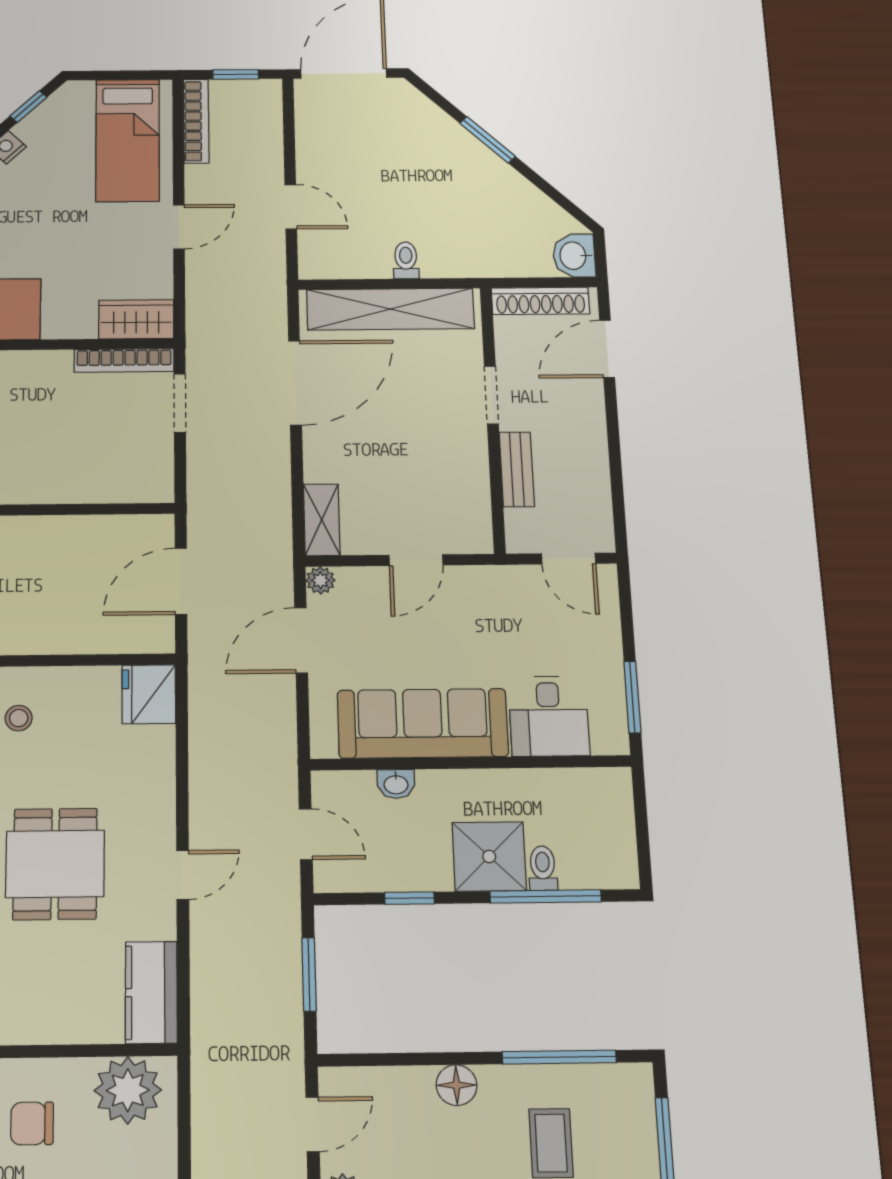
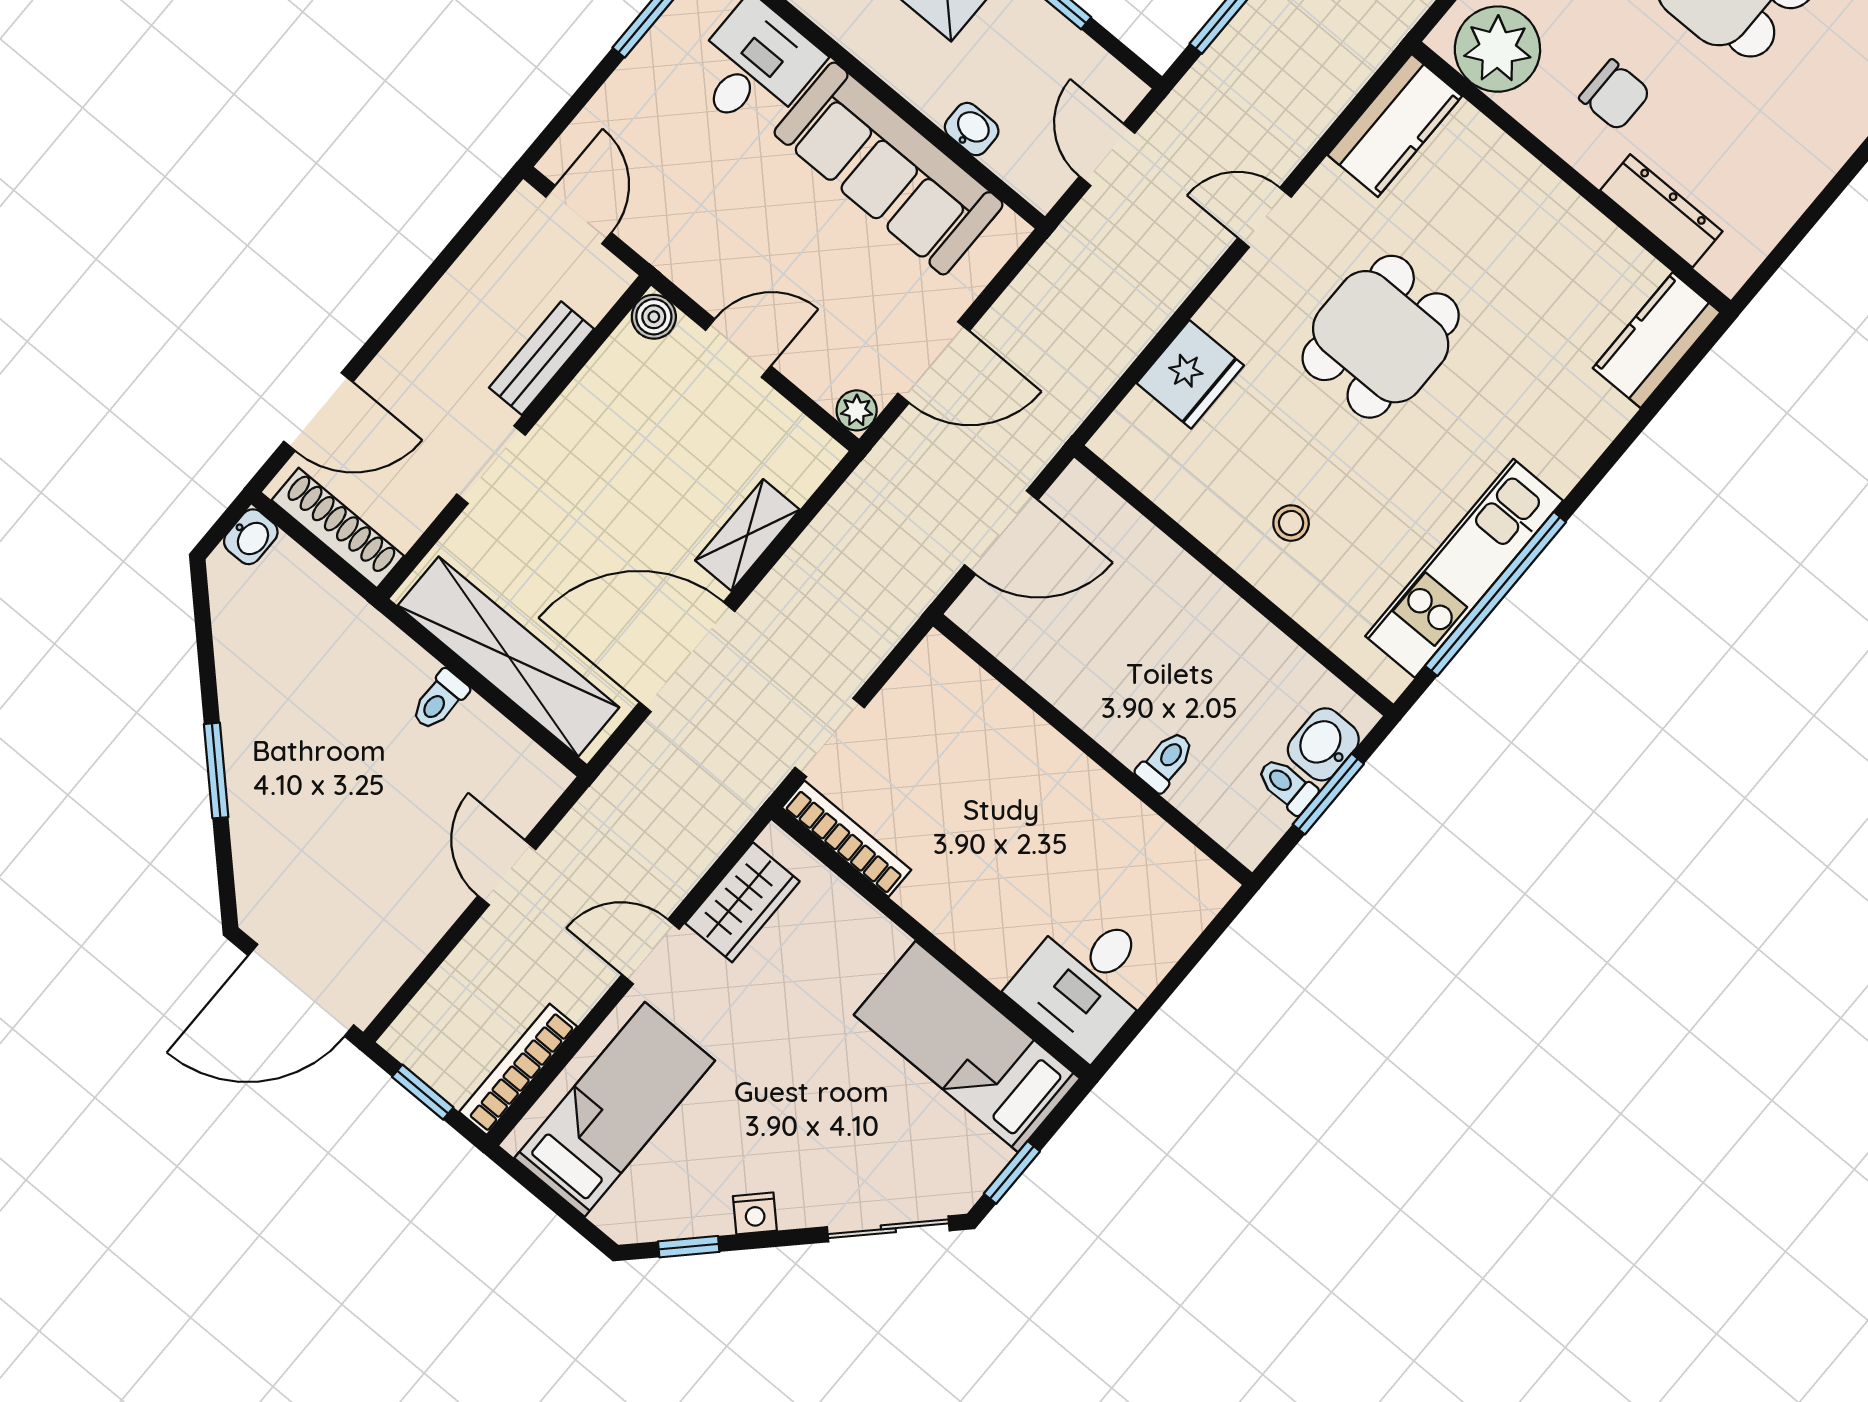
washbasin: (574, 256) -> (251, 537), width x0.72, depth x0.69
wardrobe: (136, 319) -> (742, 902), moved, turned -90
shelving: (322, 520) -> (747, 535), moved
boiler: (477, 539) -> (654, 317), added
fridge: (149, 694) -> (1190, 374), moved

